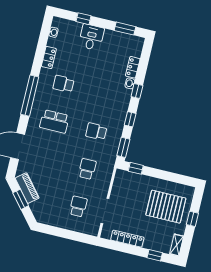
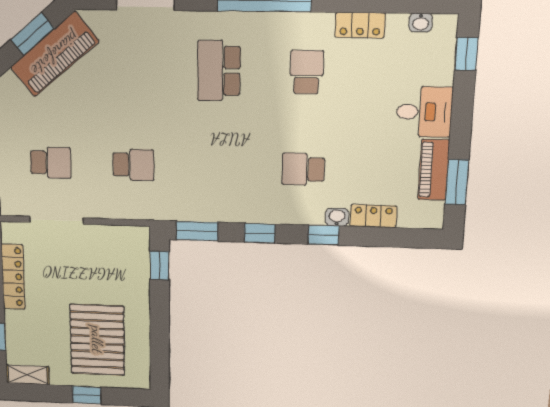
window: (84, 19) -> (466, 54), moved
piano: (117, 38) -> (434, 170), added
school desk: (96, 131) -> (303, 169), moved, turned -90
piano: (27, 188) -> (55, 54), width x1.37, depth x1.33

